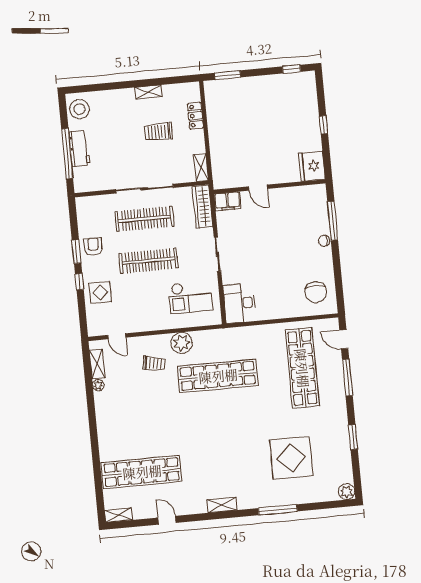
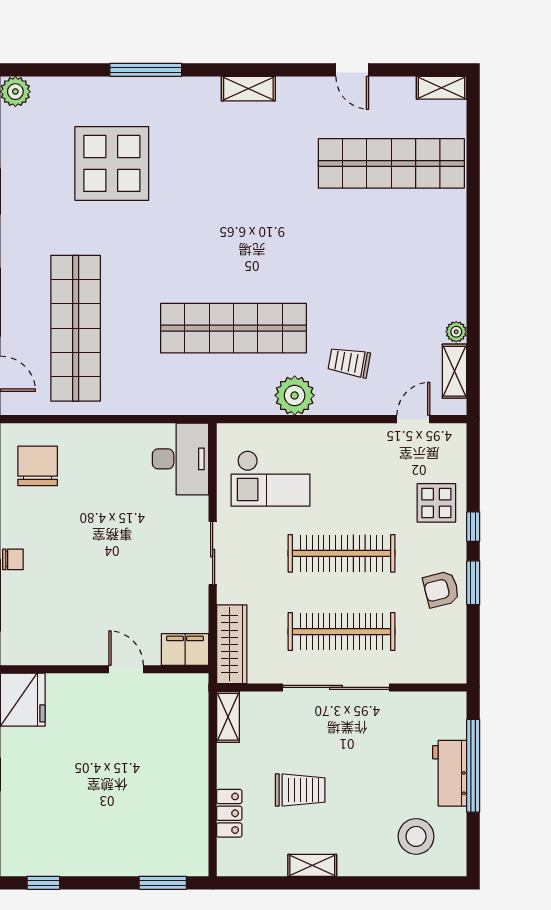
stool: (80, 109) -> (416, 836), moved
armchair: (93, 246) -> (441, 589), turned 76
checkout: (190, 297) -> (270, 478), turned 180
door: (117, 336) -> (413, 419), hinge flipped

